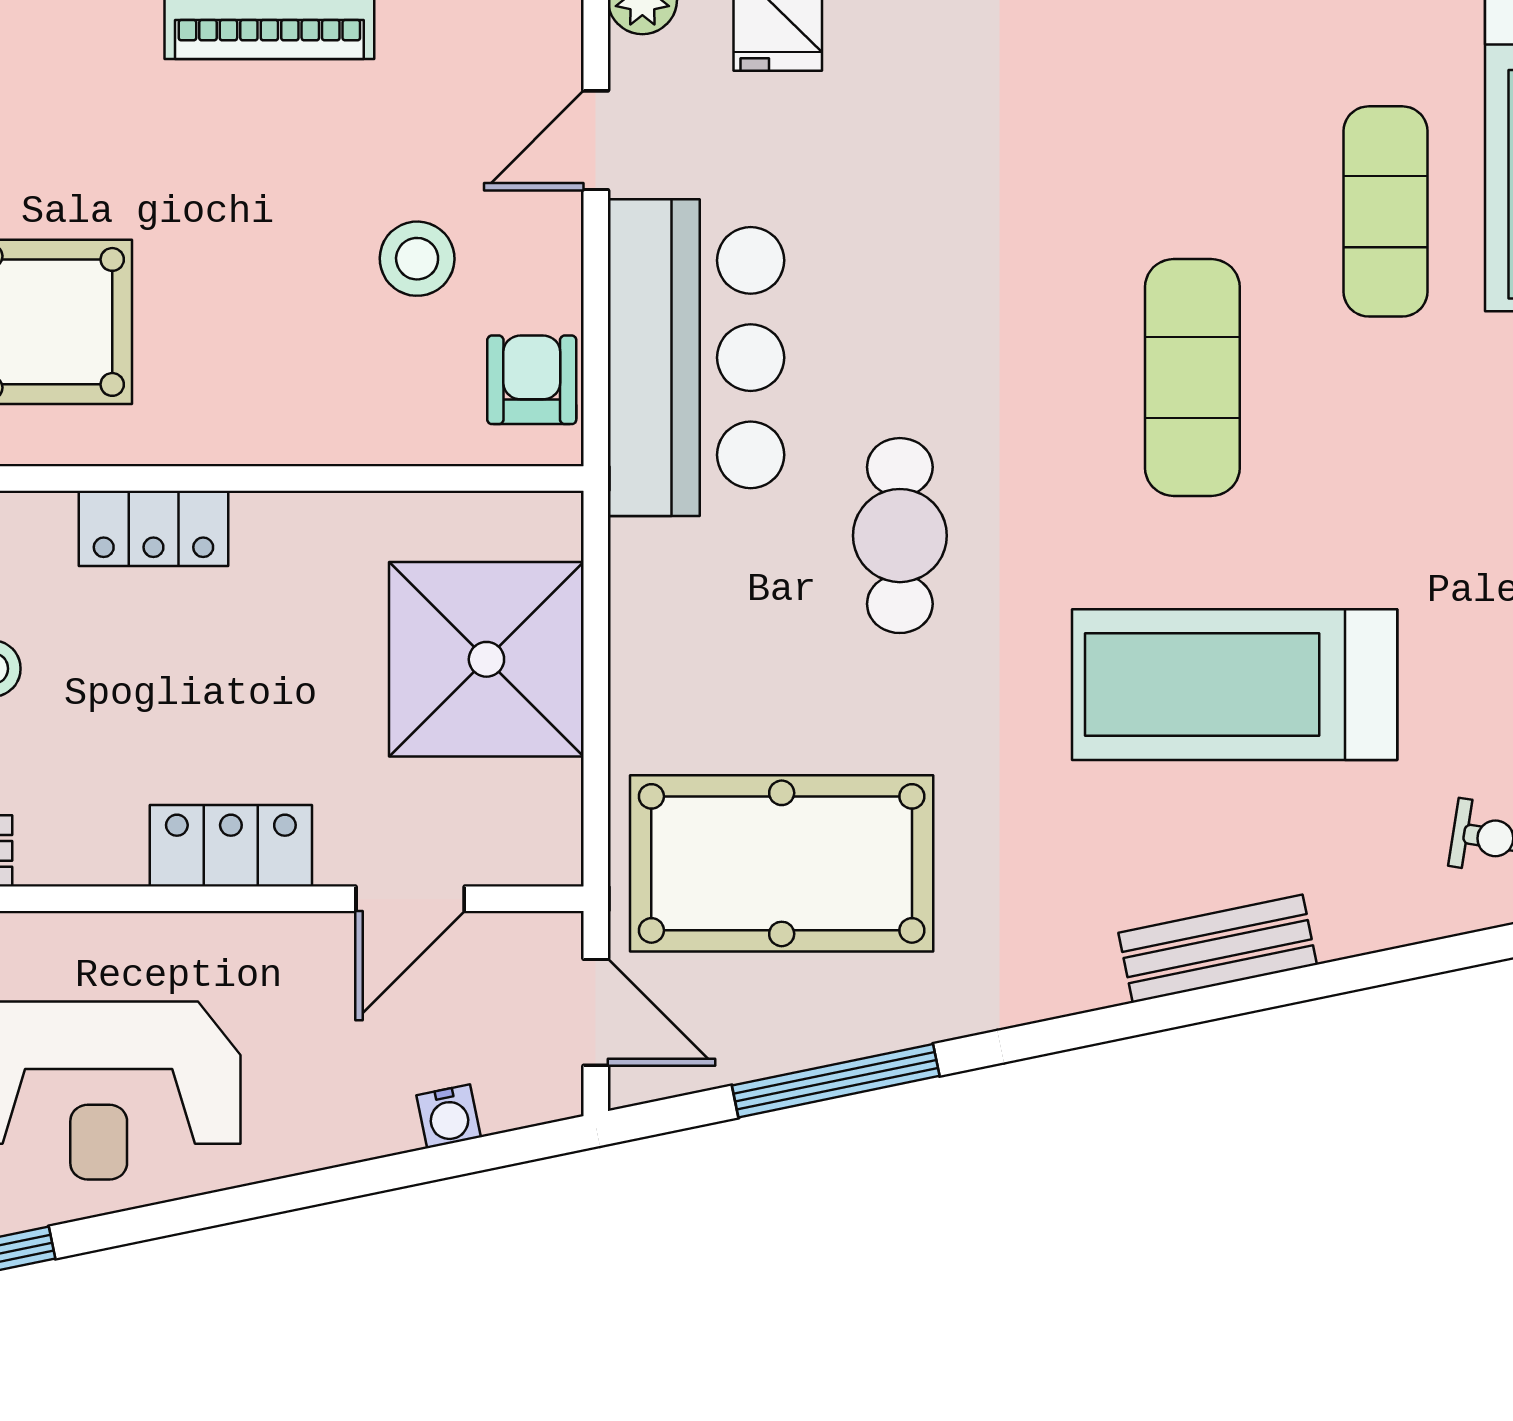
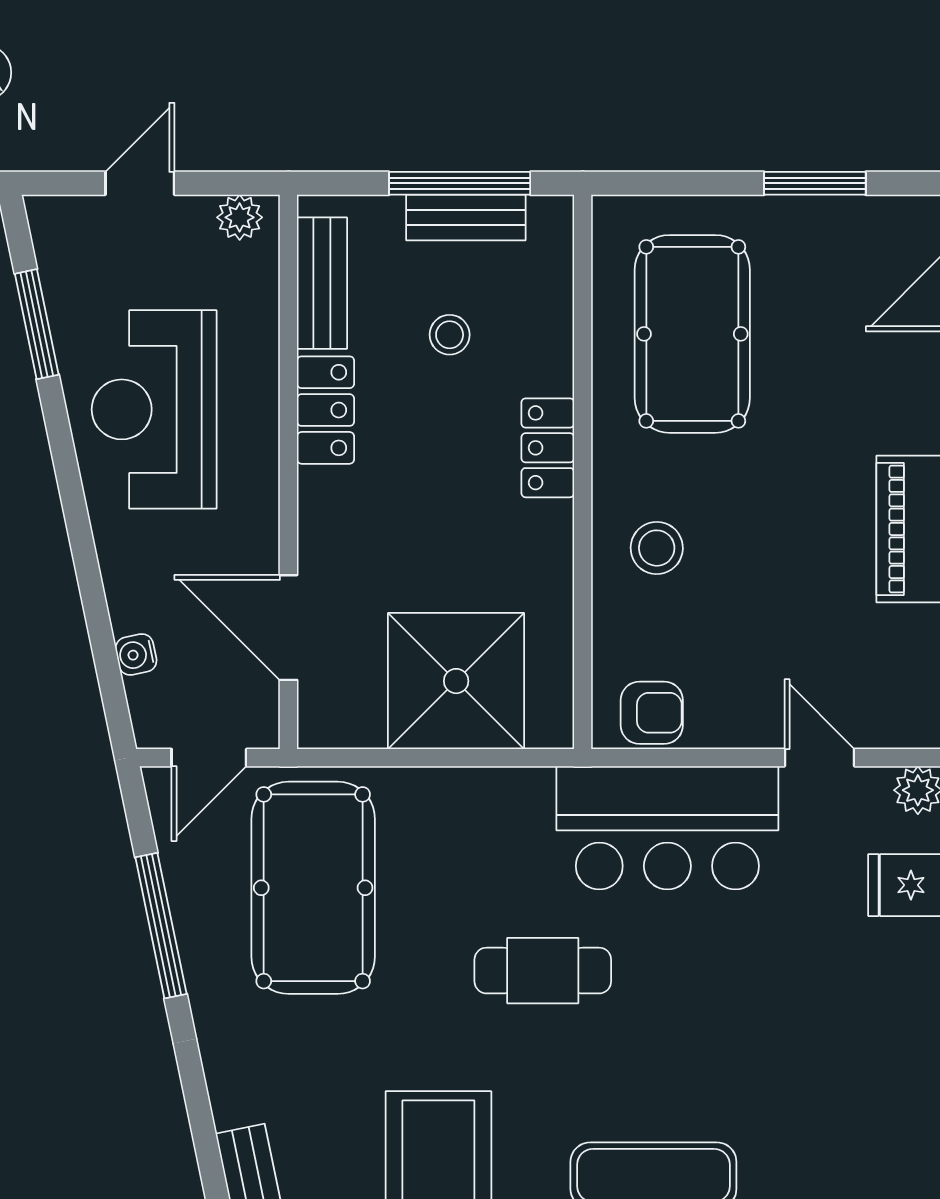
stool: (417, 259) -> (657, 548), moved
locker: (231, 846) -> (326, 410), moved
door: (410, 899) -> (288, 628), width x1.38

